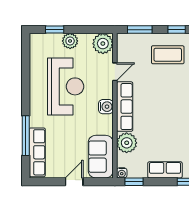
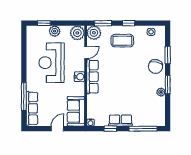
reception desk: (66, 86) -> (52, 63), turned 180
plant: (127, 143) -> (94, 33), moved
window: (134, 182) -> (110, 129), moved

